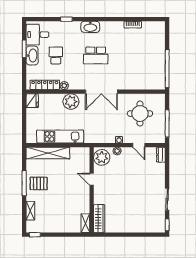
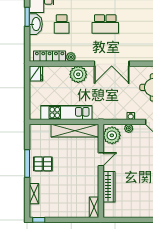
school desk: (56, 55) -> (62, 24), turned 180
shelving: (48, 153) -> (75, 131), moved
door: (92, 179) -> (101, 159), swing flipped
wardrobe: (99, 219) -> (109, 187), moved

